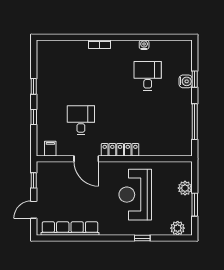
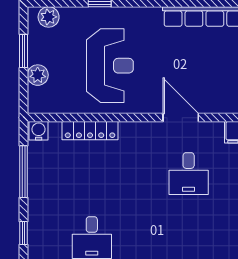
water cooler: (186, 81) -> (39, 131), moved, turned 90
locker: (120, 150) -> (90, 131), moved

